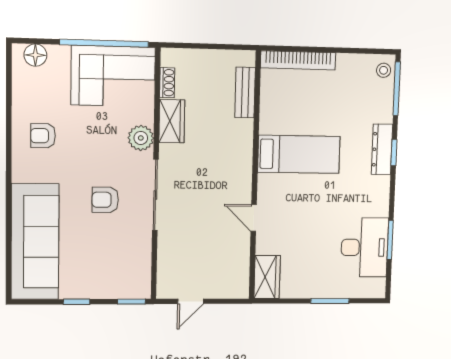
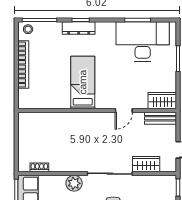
bookcase: (298, 60) -> (23, 65), moved
bench: (245, 93) -> (160, 118), moved
wardrobe: (172, 121) -> (146, 164), moved
desk: (365, 247) -> (143, 42), width x1.36, depth x1.30

